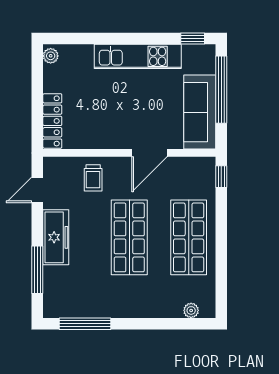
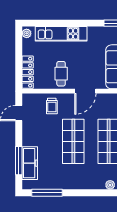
kitchen unit: (138, 56) -> (61, 34), moved
cafe table: (109, 124) -> (61, 74), added
freezer: (56, 237) -> (30, 163), moved

